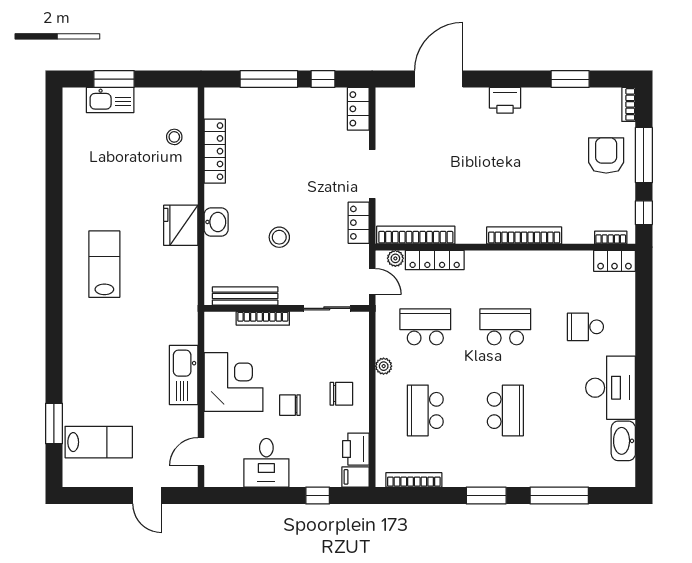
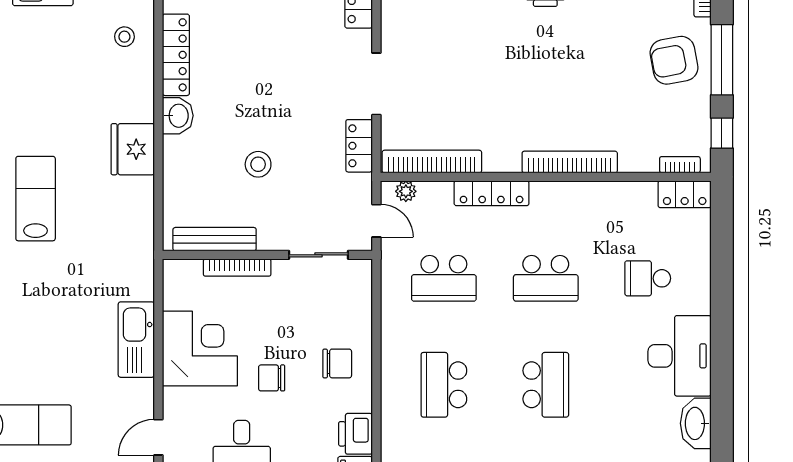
armchair: (606, 155) -> (674, 60), turned -101
washbasin: (216, 222) -> (178, 116), moved
locker: (435, 260) -> (492, 193), moved
school desk: (425, 327) -> (444, 278), turned 180
school desk: (505, 327) -> (546, 278), turned 180
plant: (384, 366) -> (391, 328), removed

